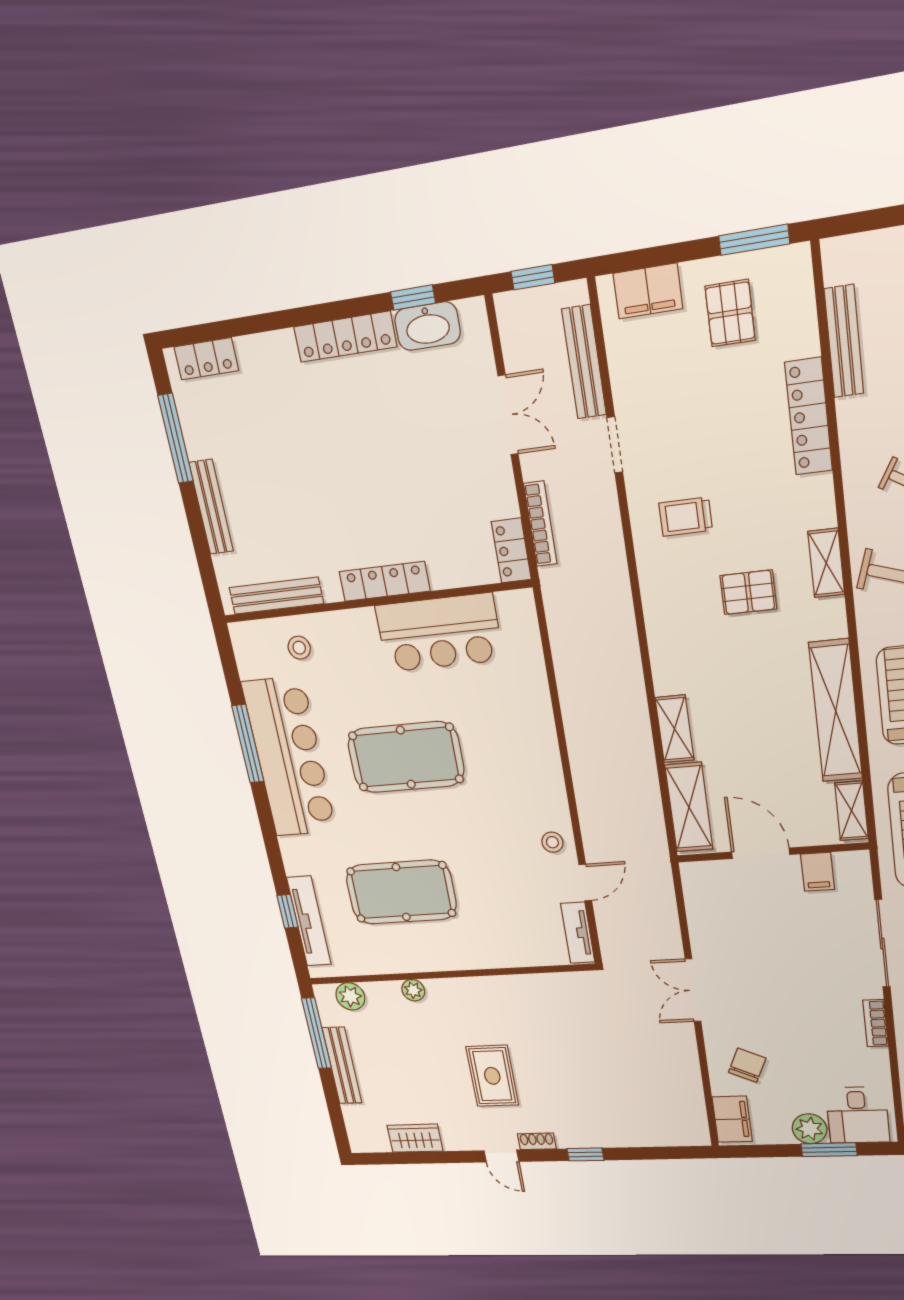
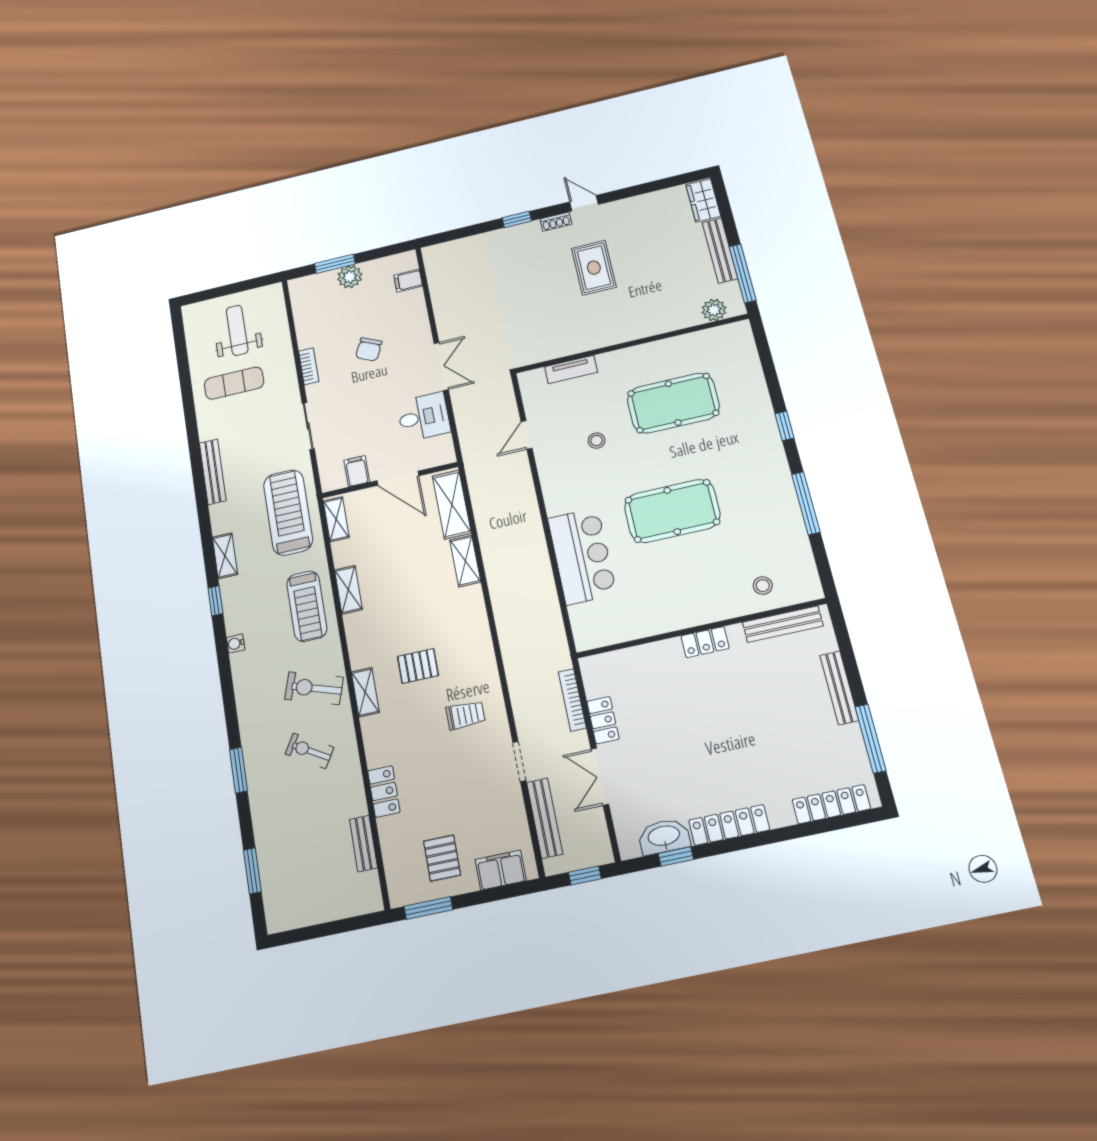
bench: (844, 341) -> (363, 844), width x0.73
locker: (206, 359) -> (831, 804), width x1.53
locker: (809, 417) -> (384, 791), width x0.66
locker: (511, 551) -> (603, 720), moved
locker: (384, 581) -> (705, 642), width x0.66
bar counter: (439, 633) -> (582, 556), moved, turned 90
shelving: (836, 711) -> (348, 590), width x0.45, depth x0.75
bar counter: (289, 757) -> (770, 497), removed
stool: (552, 842) -> (597, 441), moved
window: (288, 911) -> (785, 426), moved
tv unit: (309, 921) -> (751, 366), removed
tv unit: (578, 933) -> (571, 370), moved, turned 90
sliding door: (882, 944) -> (308, 426), width x0.73
plant: (413, 990) -> (661, 325), removed
chair: (747, 1065) -> (369, 349), moved
desk: (857, 1115) -> (424, 417), moved, turned 90
filing cabinet: (732, 1119) -> (408, 281), width x0.50
wardrobe: (415, 1138) -> (703, 200), moved, turned 90

